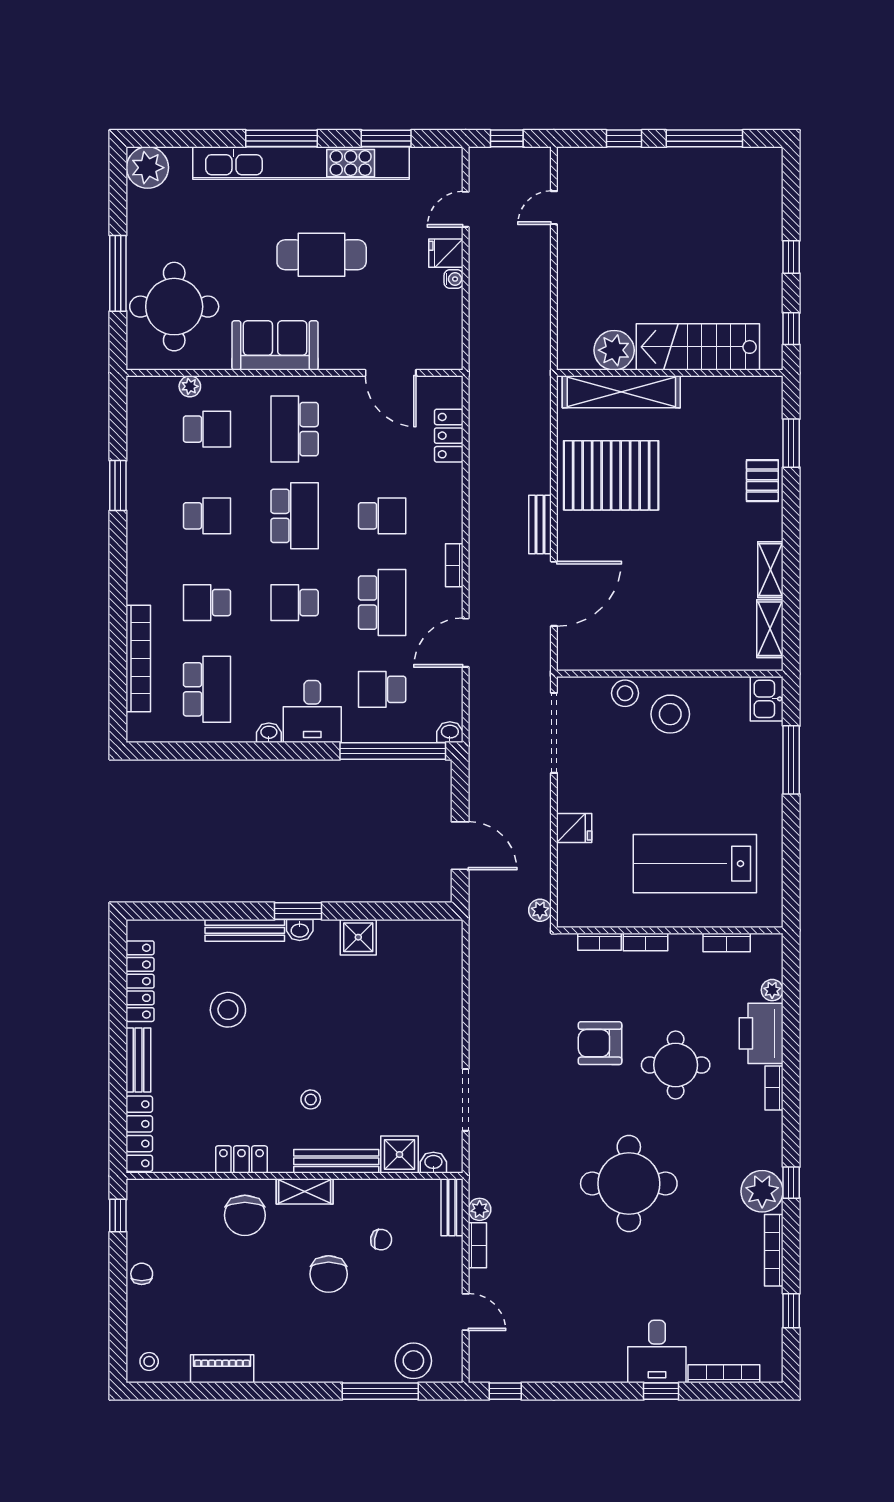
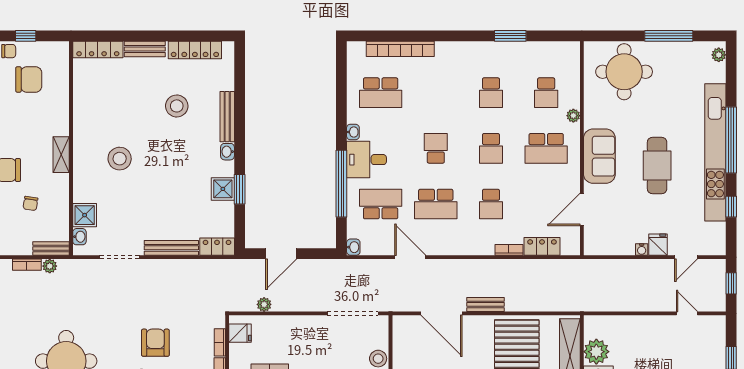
window: (282, 138) -> (731, 140), width x1.46
window: (386, 138) -> (731, 207), width x0.67
plant: (148, 168) -> (719, 55), width x0.53, depth x0.53
door: (466, 209) -> (686, 257), swing flipped
window: (118, 273) -> (669, 36), moved
sofa: (275, 345) -> (599, 156), moved
plant: (190, 386) -> (573, 116), moved
school desk: (295, 429) -> (546, 148), turned 180
school desk: (295, 516) -> (491, 148), width x0.54
bookcase: (454, 565) -> (509, 250), moved
school desk: (207, 603) -> (436, 93), removed
school desk: (382, 689) -> (381, 204), width x1.85
window: (393, 751) -> (341, 184), moved
fridge: (574, 828) -> (240, 333), moved, turned -90
plant: (540, 910) -> (264, 304), moved
window: (298, 911) -> (240, 189), moved
stool: (311, 1099) -> (120, 159), width x1.89, depth x1.89
locker: (241, 1159) -> (217, 247), moved, turned -90
bench: (336, 1161) -> (171, 248), moved, turned 90
chair: (245, 1215) -> (29, 79), moved, turned 180
window: (118, 1216) -> (26, 36), moved

